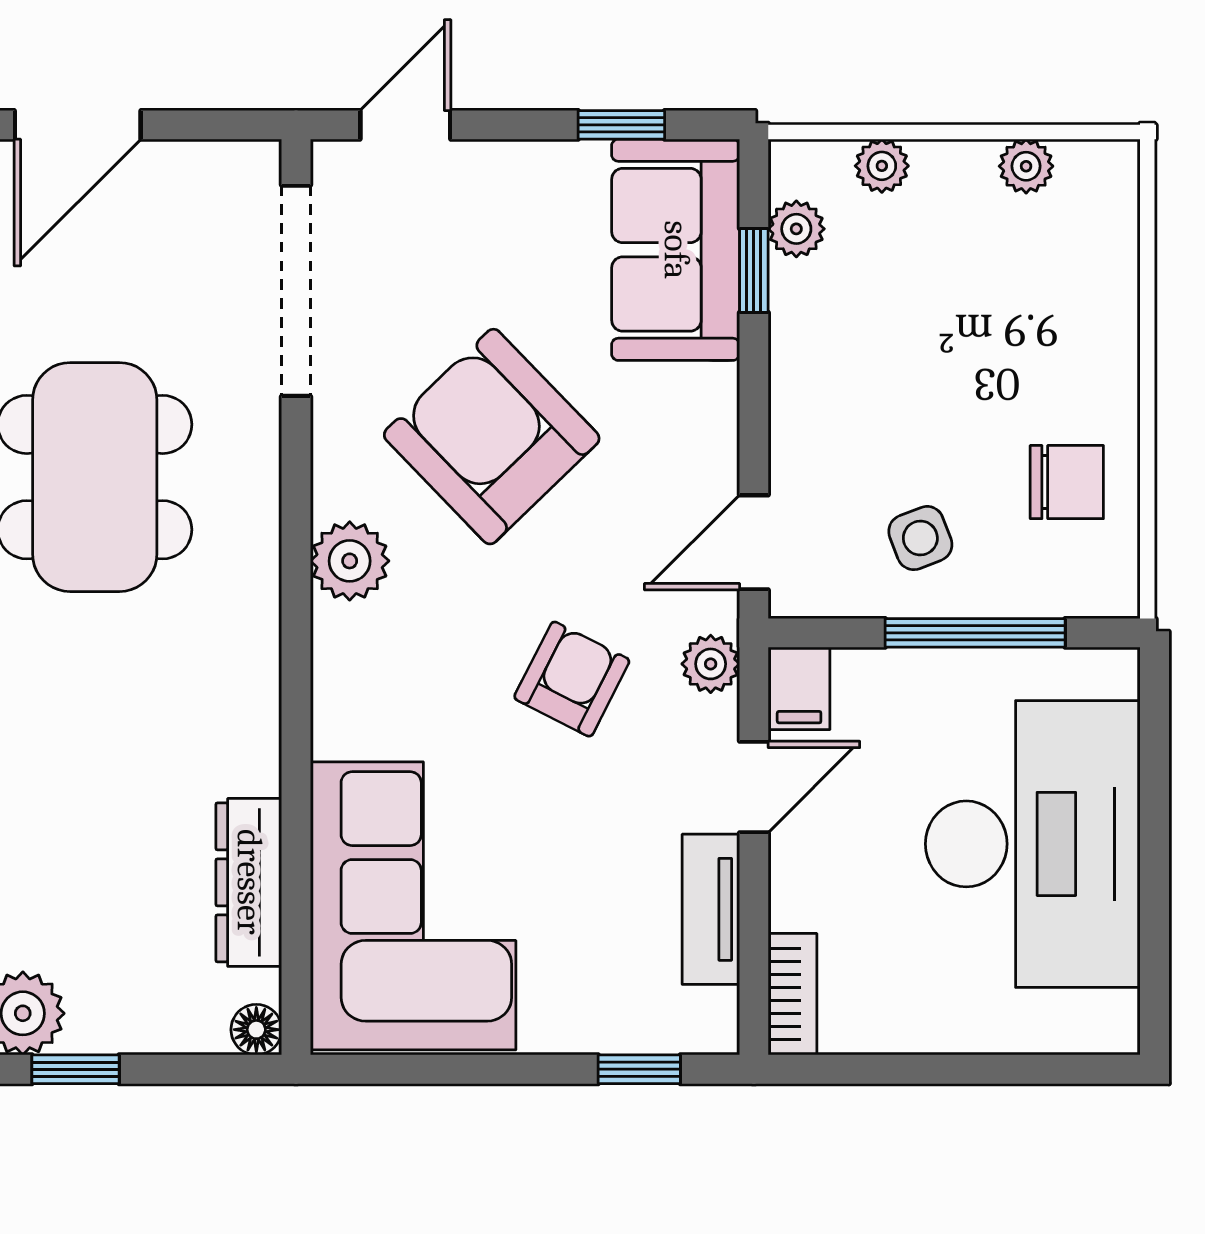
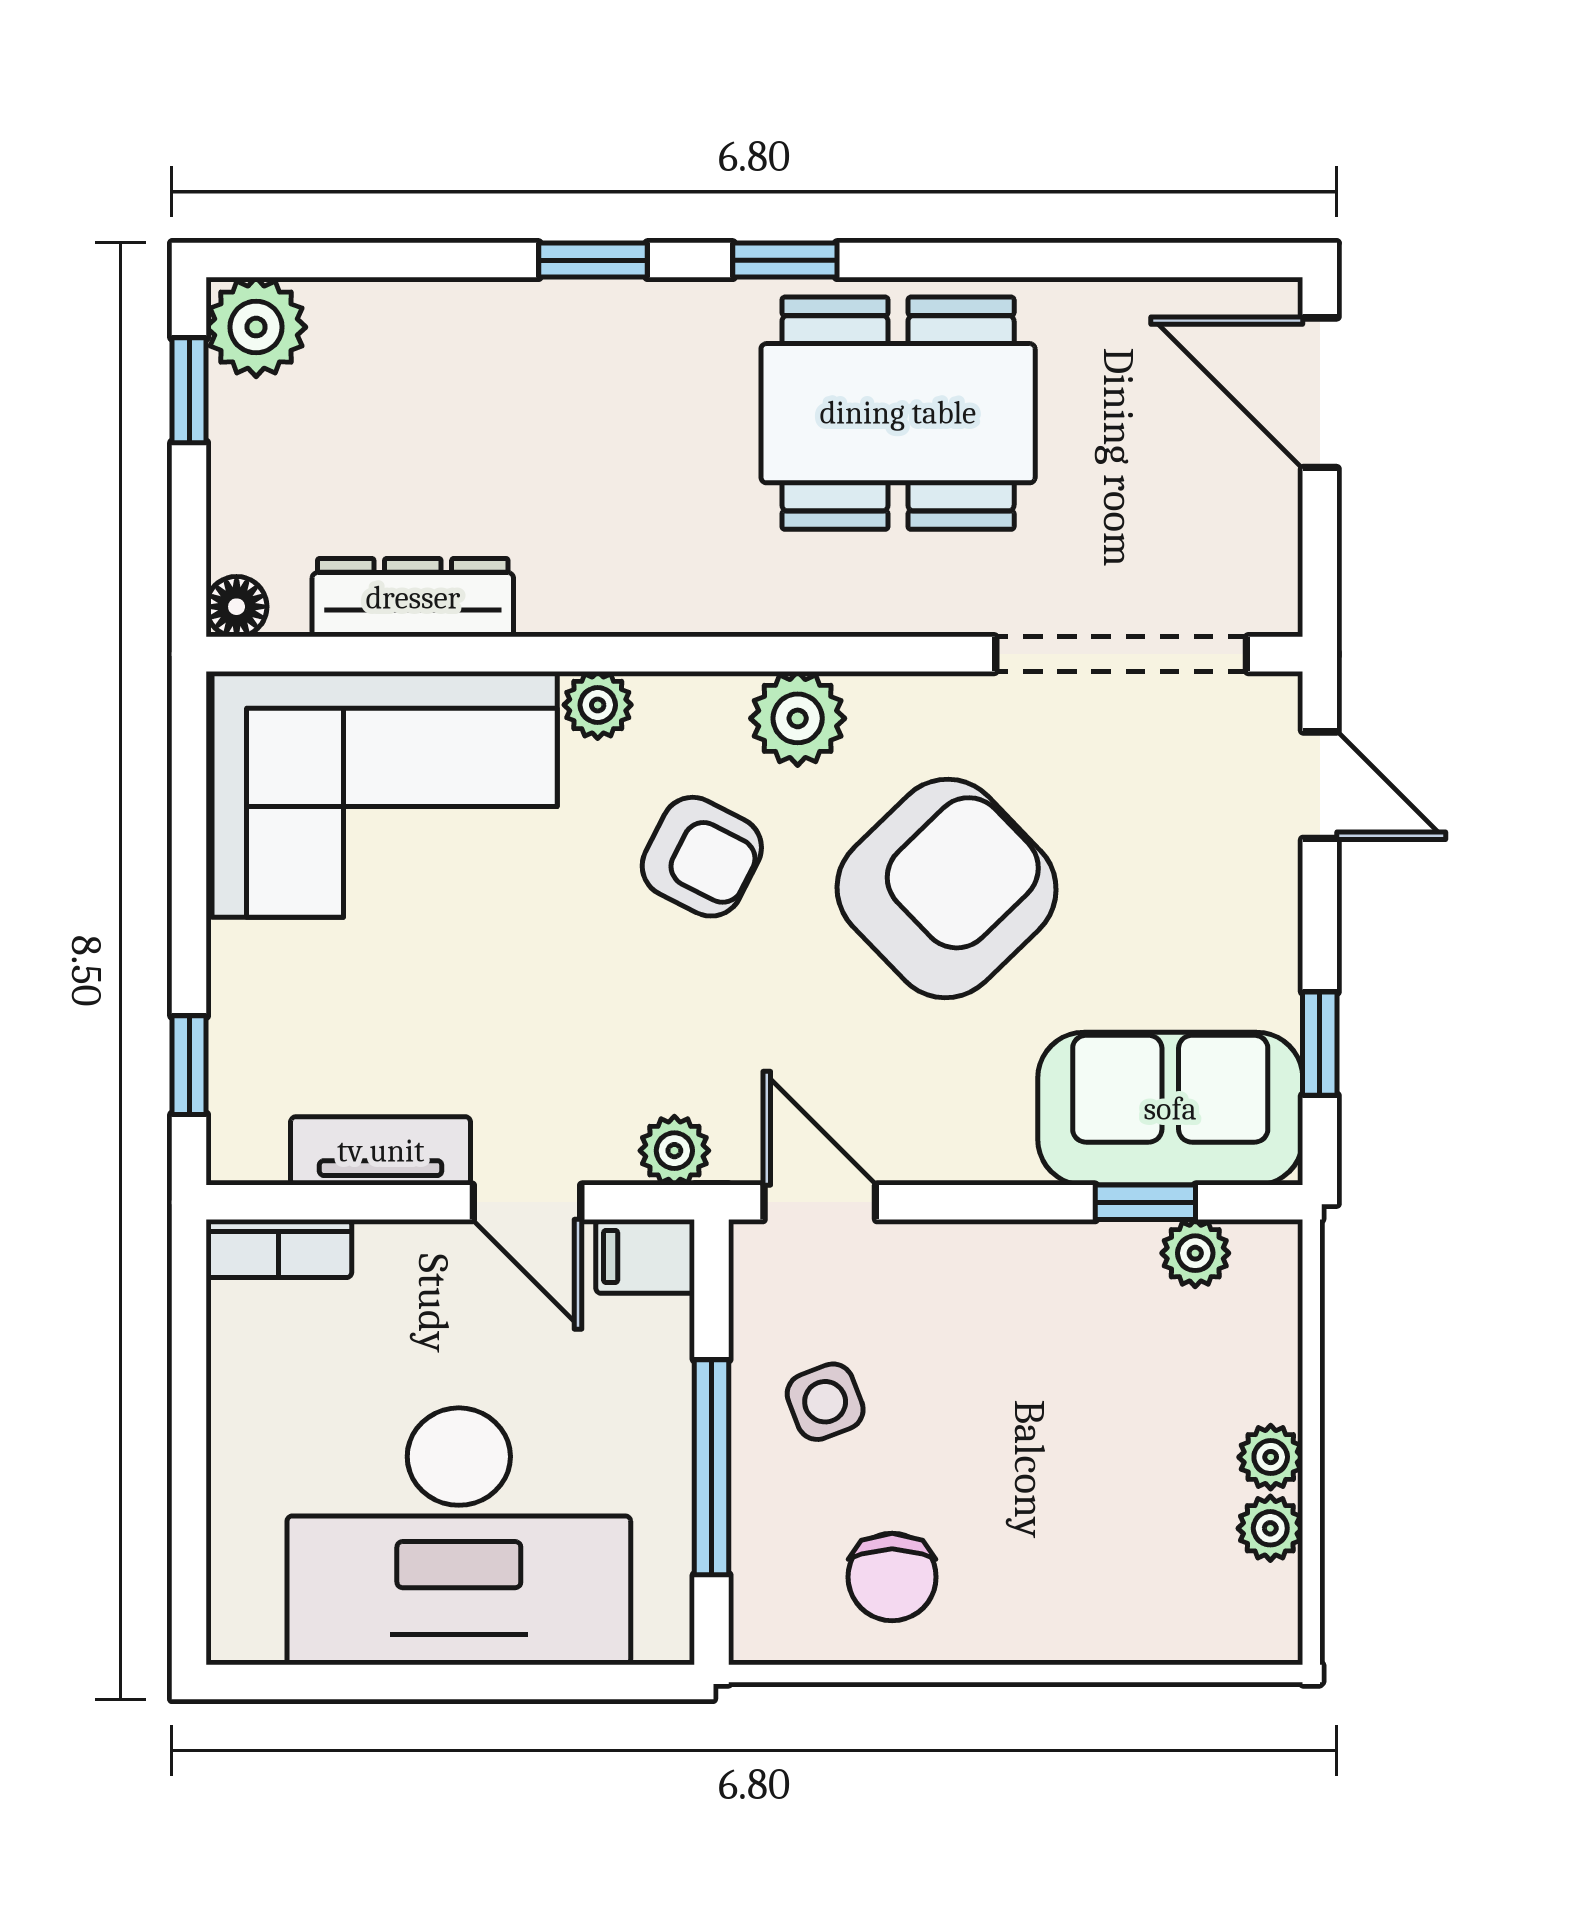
plant: (882, 166) -> (1271, 1457), moved
armchair: (572, 679) -> (702, 857), moved
plant: (338, 728) -> (598, 705), added

